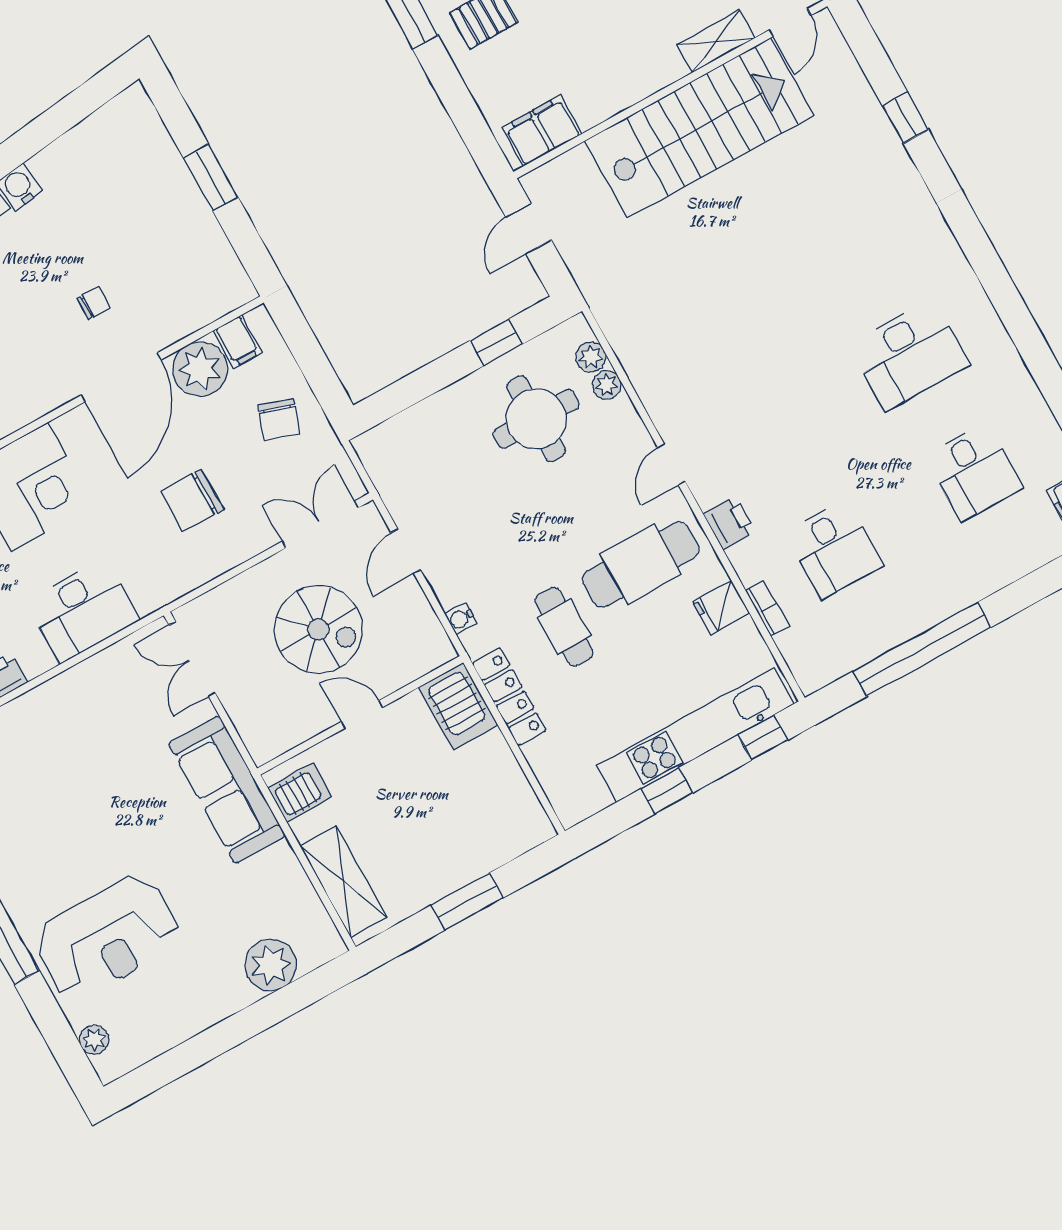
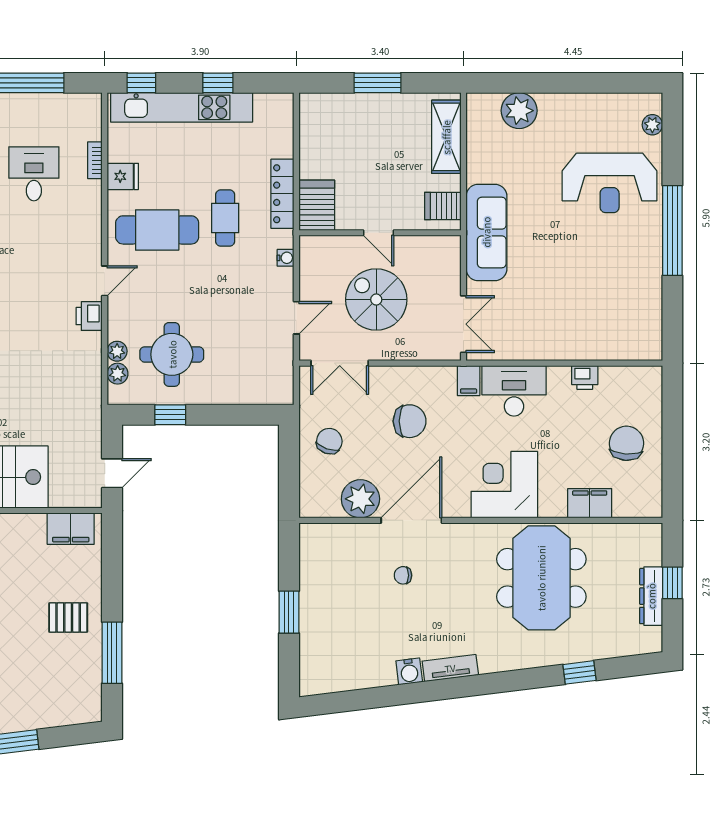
filing cabinet: (238, 341) -> (469, 381), moved, turned 180
printer: (729, 523) -> (89, 316), moved
reception desk: (107, 937) -> (610, 183), turned 180

